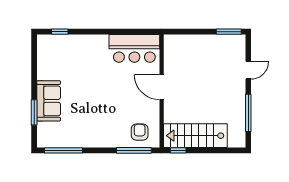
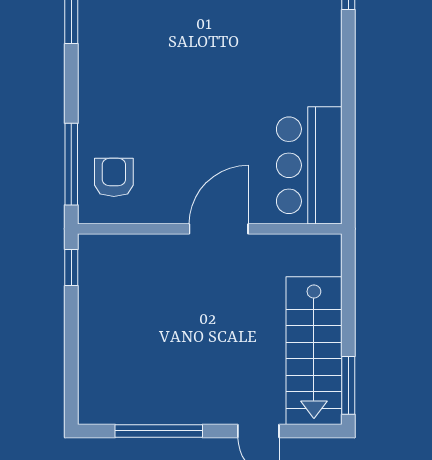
armchair: (140, 132) -> (114, 177), turned -90
stairs: (195, 136) -> (314, 351), moved, turned 180

